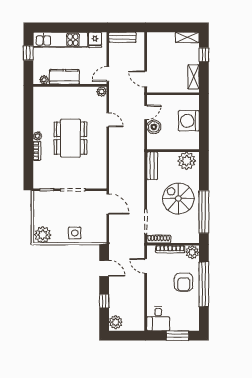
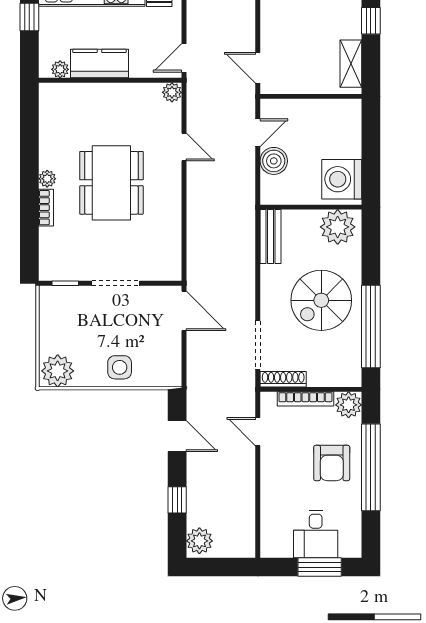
washing machine: (189, 121) -> (342, 179), moved
spiral stairs: (178, 199) -> (321, 300), turned -90
desk: (158, 319) -> (316, 534), moved

